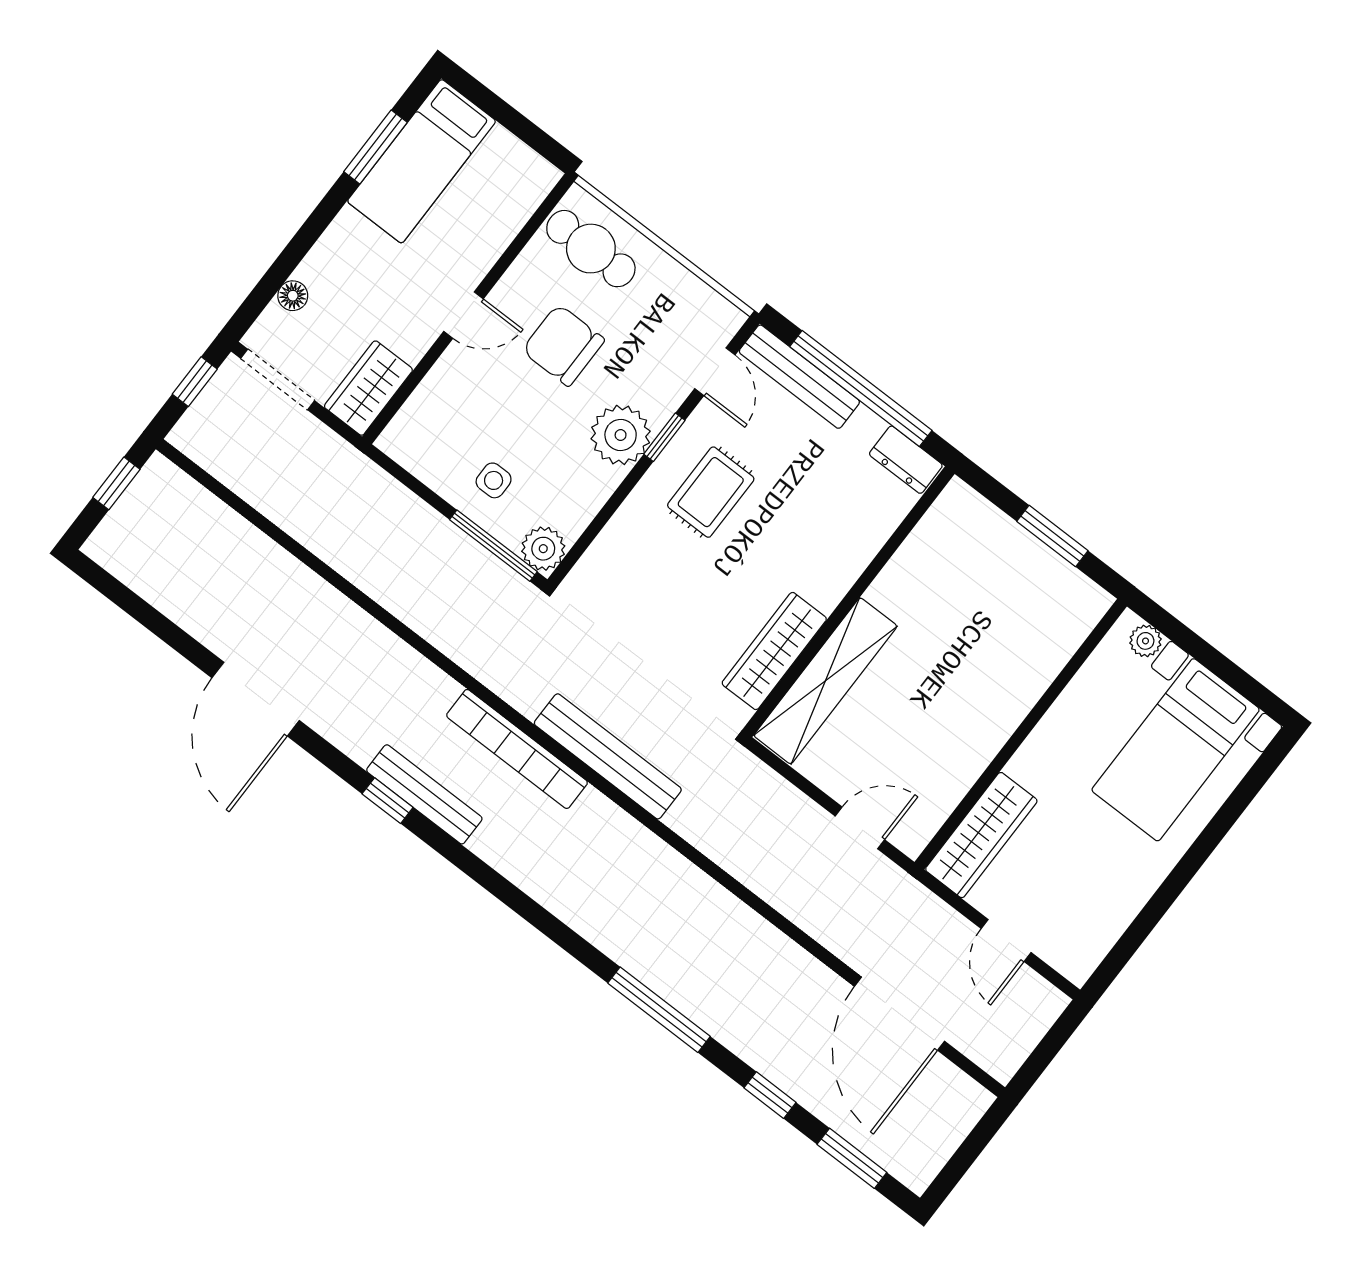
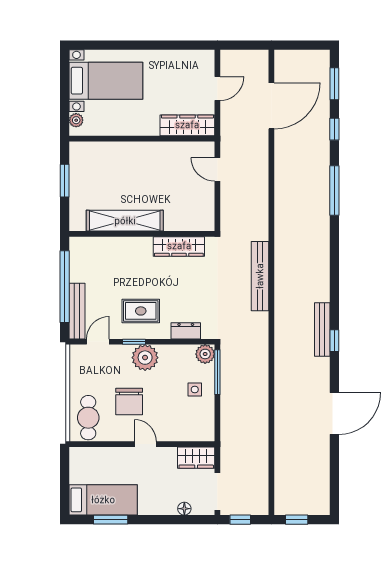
dresser: (906, 460) -> (186, 331), moved, turned -90
shelving: (825, 681) -> (125, 221), moved
bookcase: (517, 749) -> (282, 310), removed

